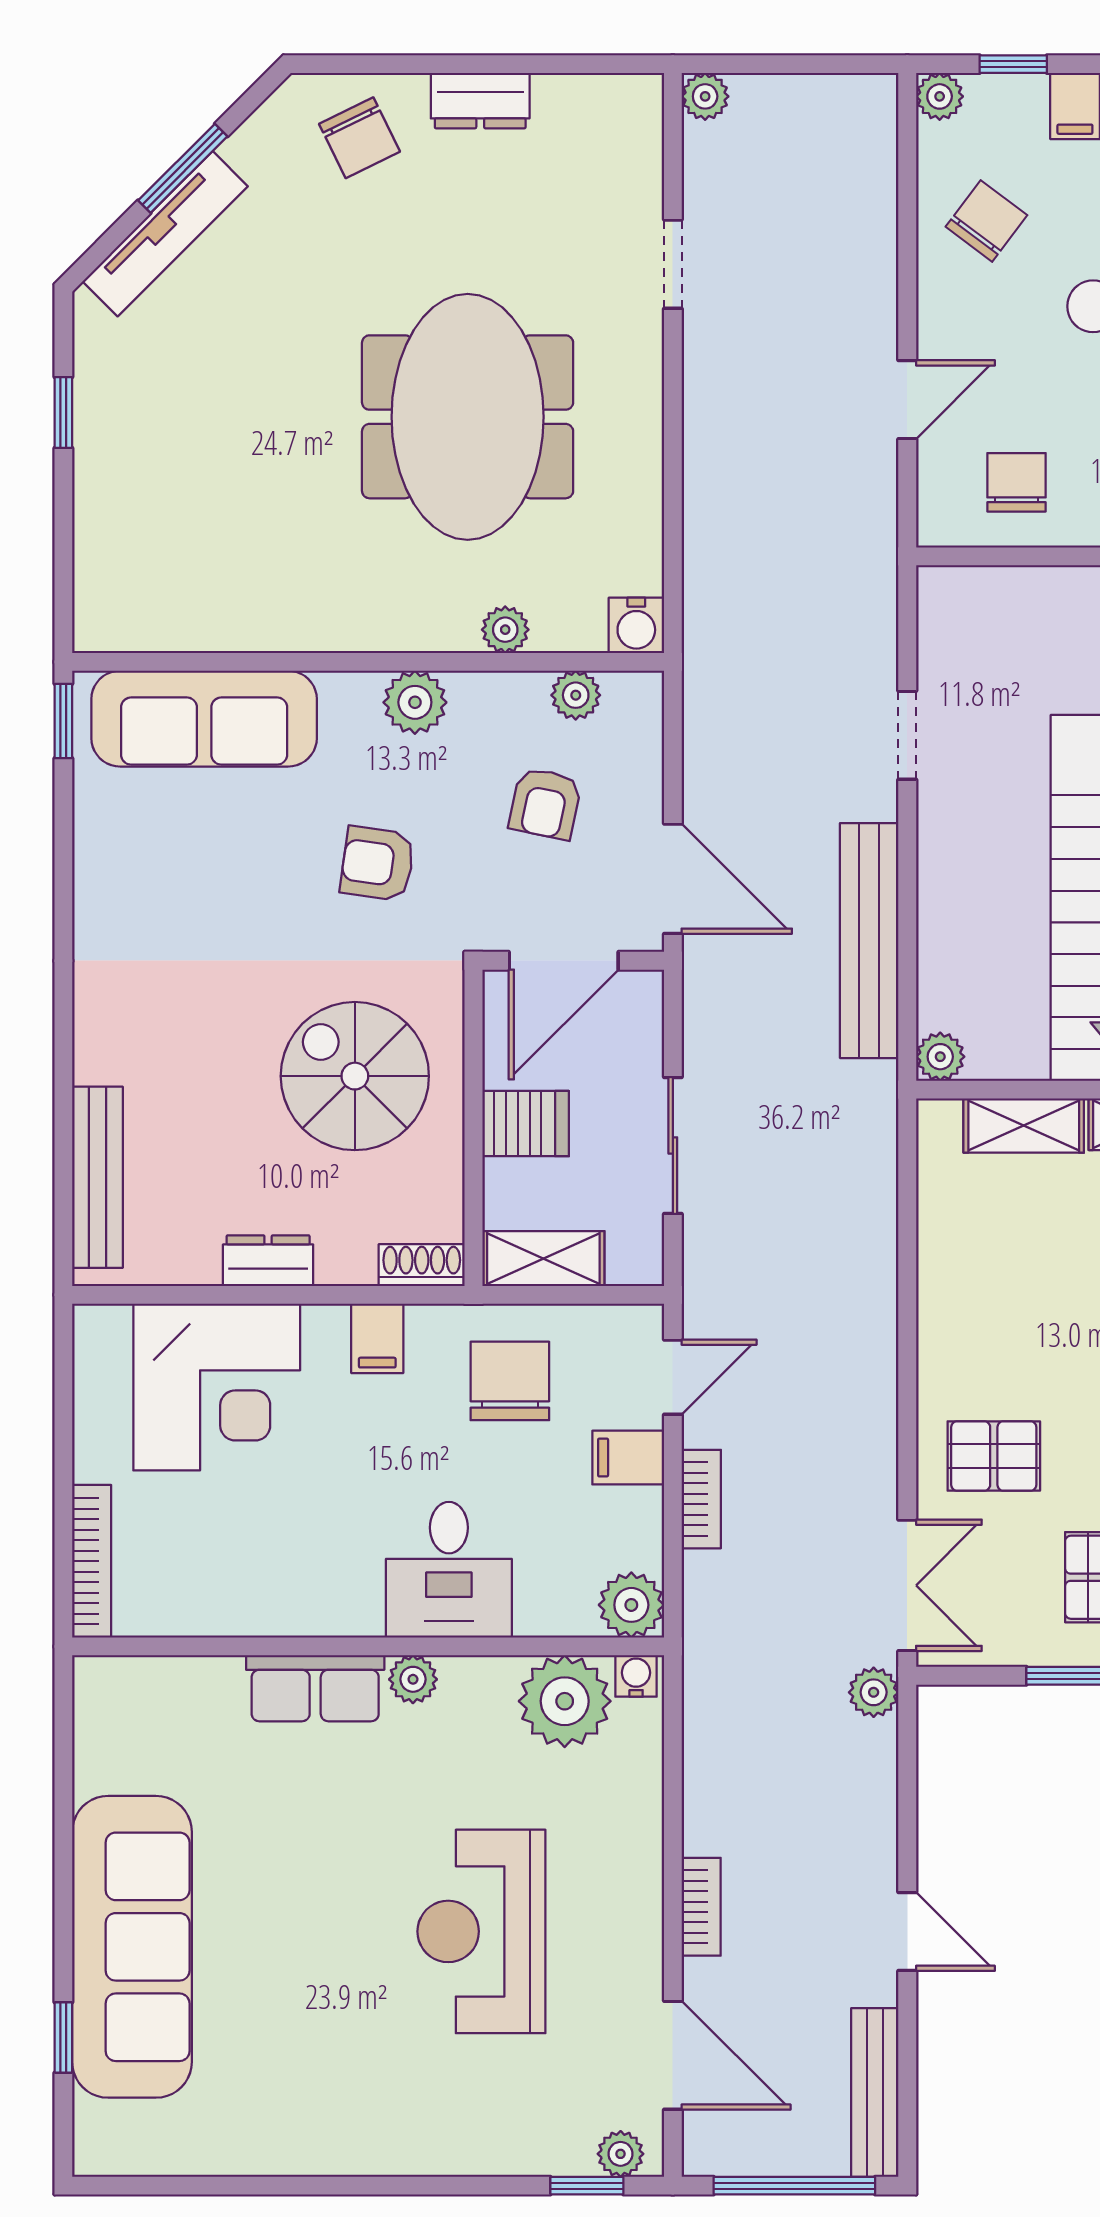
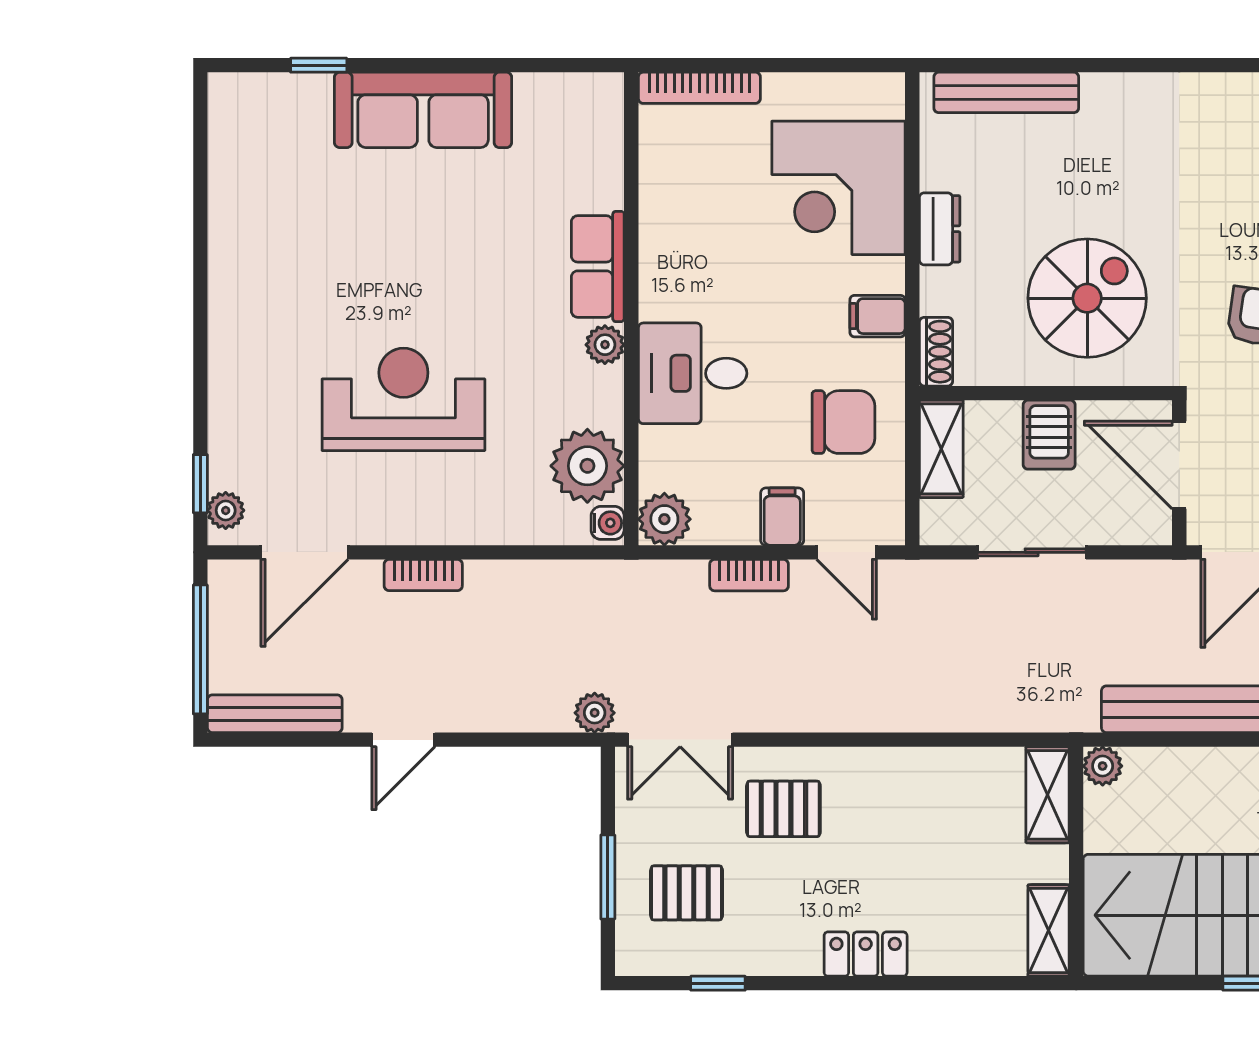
shelving: (1024, 1126) -> (1048, 795), moved
pallet: (994, 1456) -> (783, 809), turned 90
sofa: (132, 1947) -> (423, 110), width x0.74, depth x0.79

